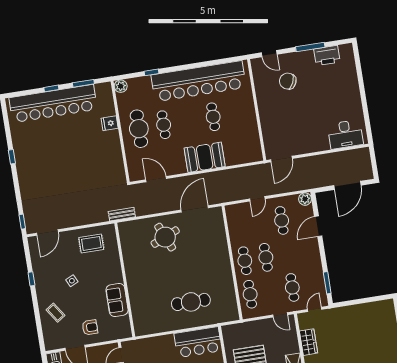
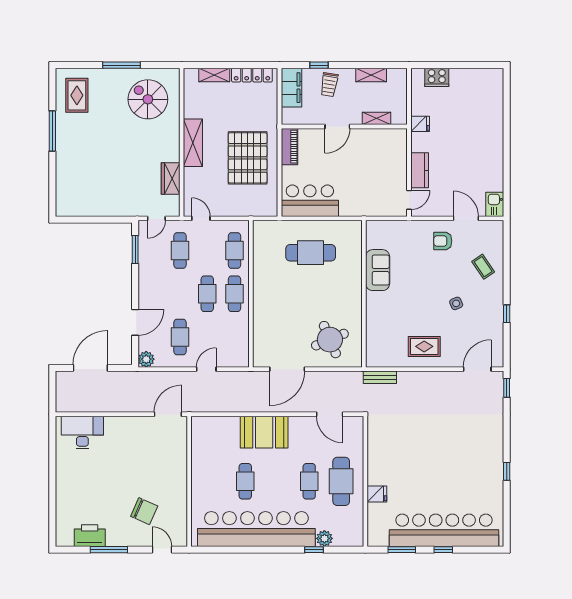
plant: (121, 86) -> (324, 538), moved
wall: (125, 280) -> (364, 294), moved
sofa: (117, 300) -> (378, 270), moved

